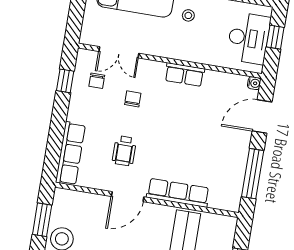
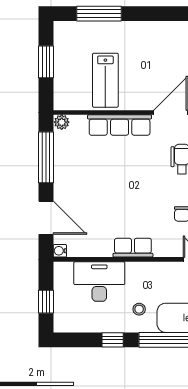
desk: (249, 38) -> (99, 282), moved, turned 90
door: (262, 116) -> (46, 218), hinge flipped
plant: (232, 205) -> (62, 122), added

